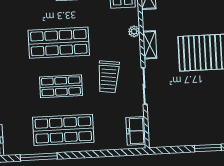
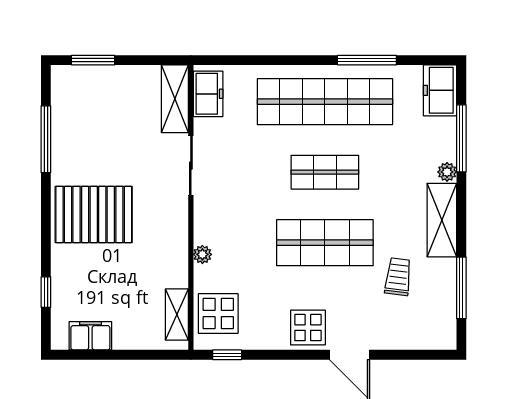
shelving: (150, 45) -> (175, 99), moved, width x1.50, depth x1.33
trolley: (108, 77) -> (398, 277), moved, width x0.73, depth x0.72
shop shelf: (63, 130) -> (325, 102), width x1.40

